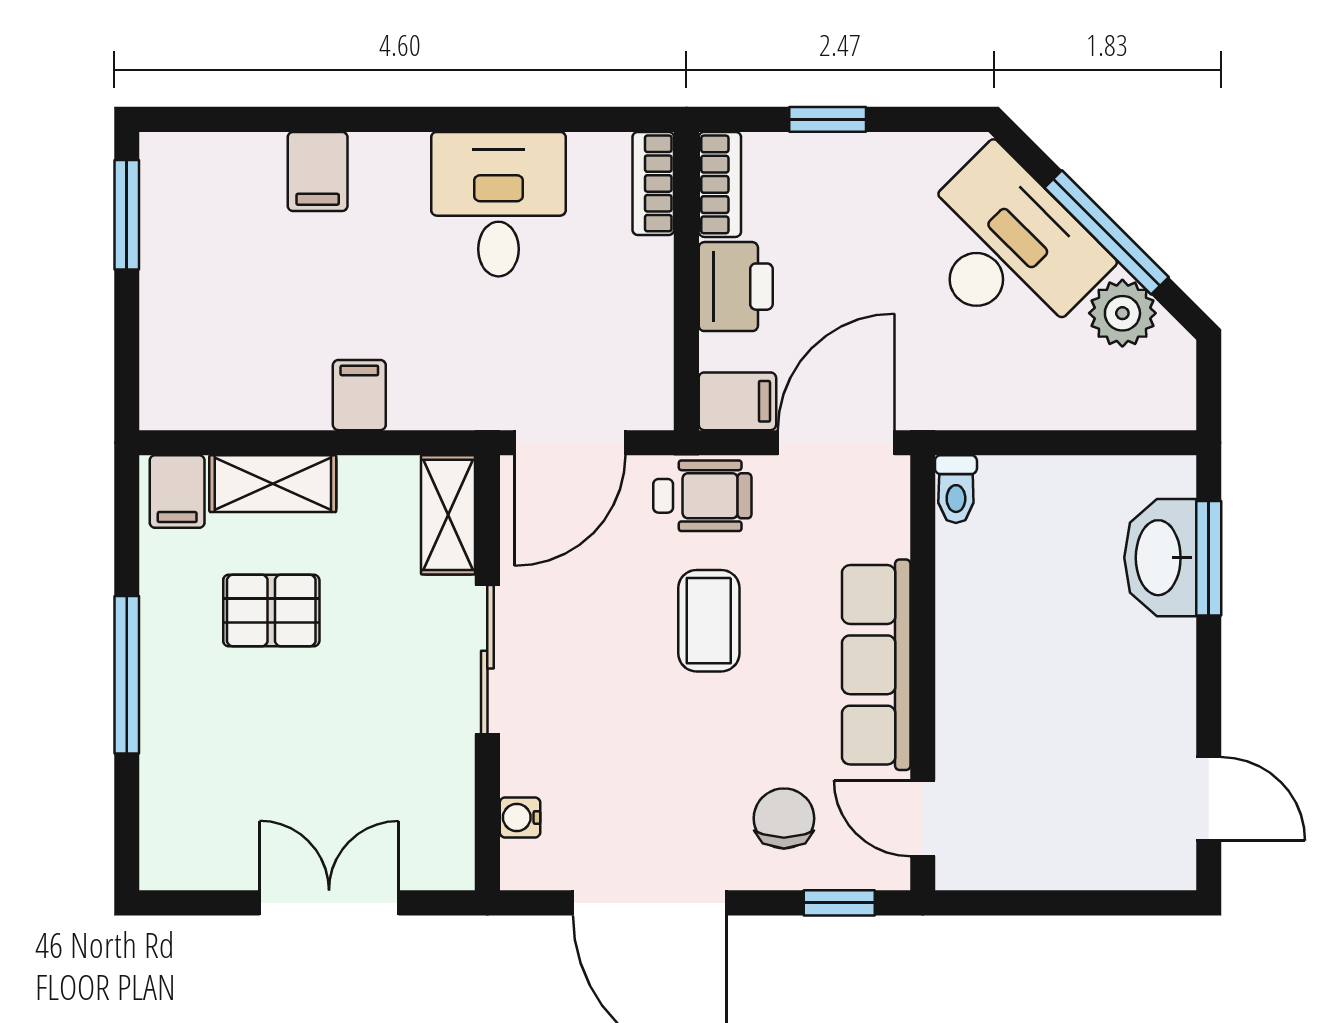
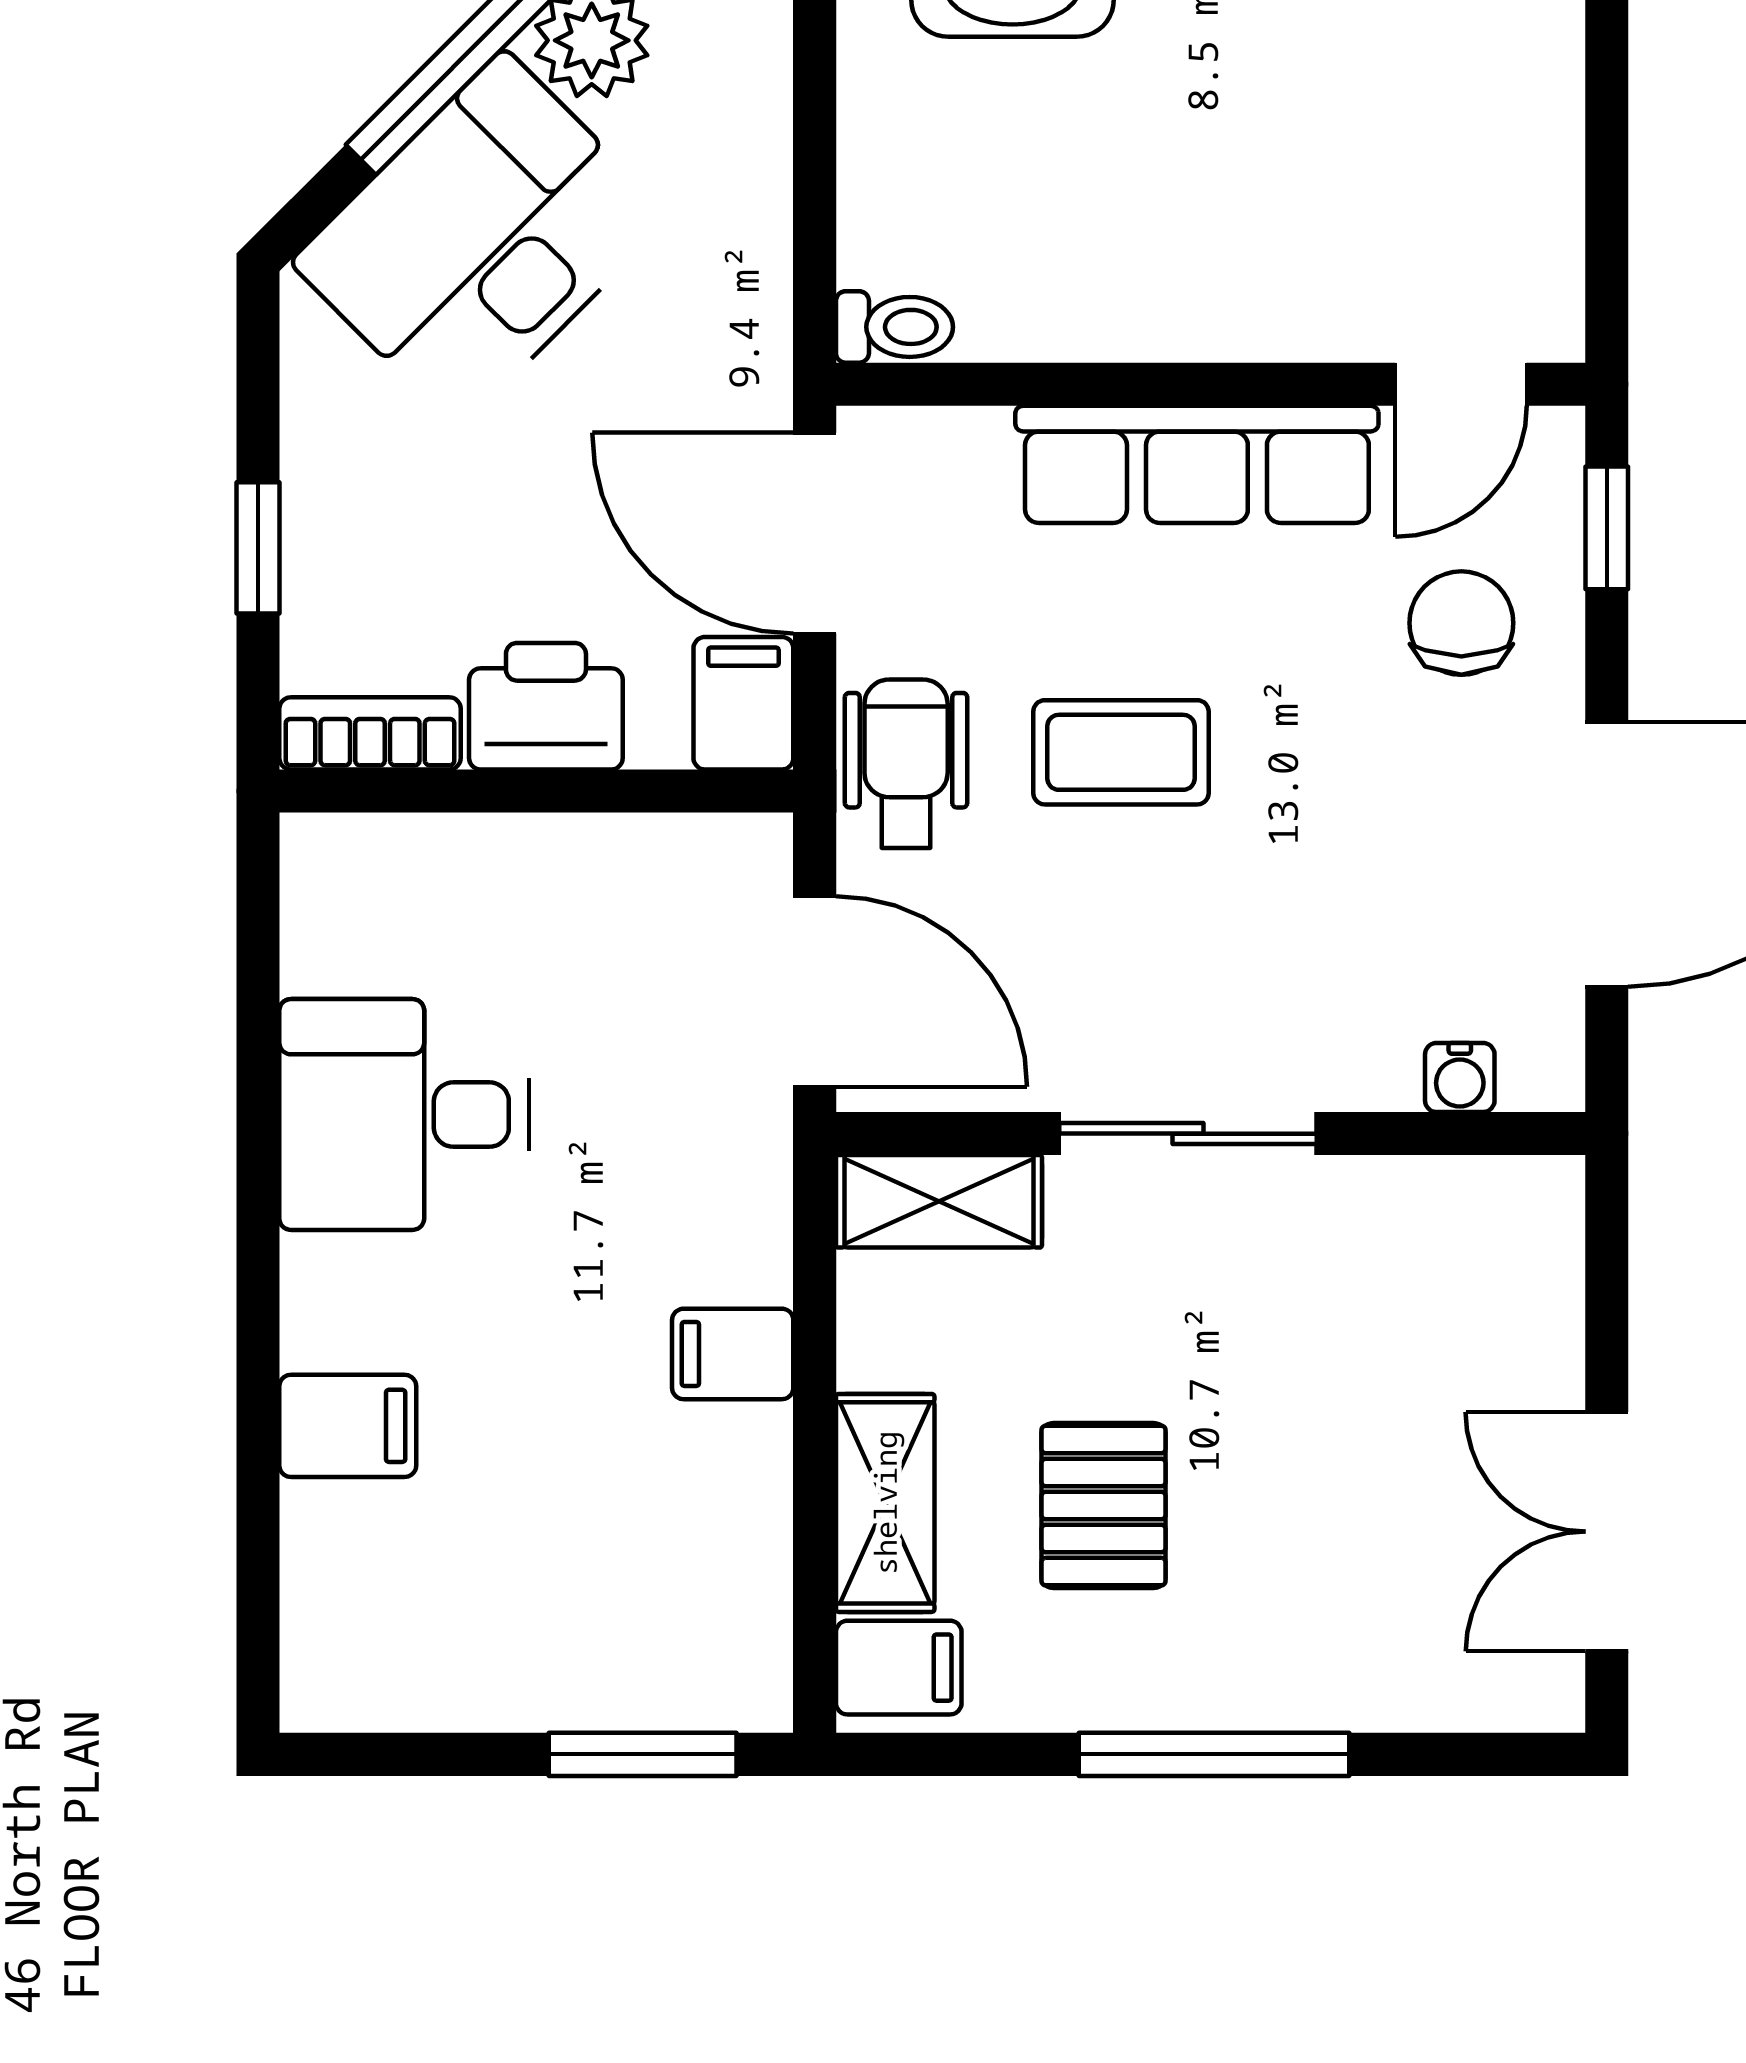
bookcase: (653, 183) -> (368, 848), removed
window: (127, 215) -> (643, 1754), moved
chair: (784, 818) -> (1461, 623), turned 90
double door: (329, 903) -> (1607, 1532), moved

